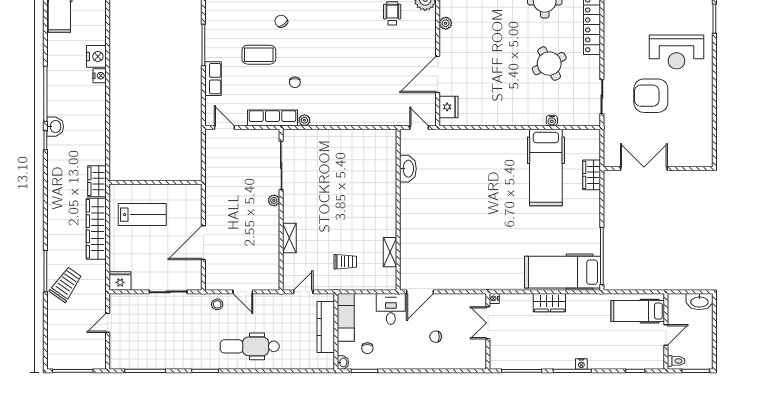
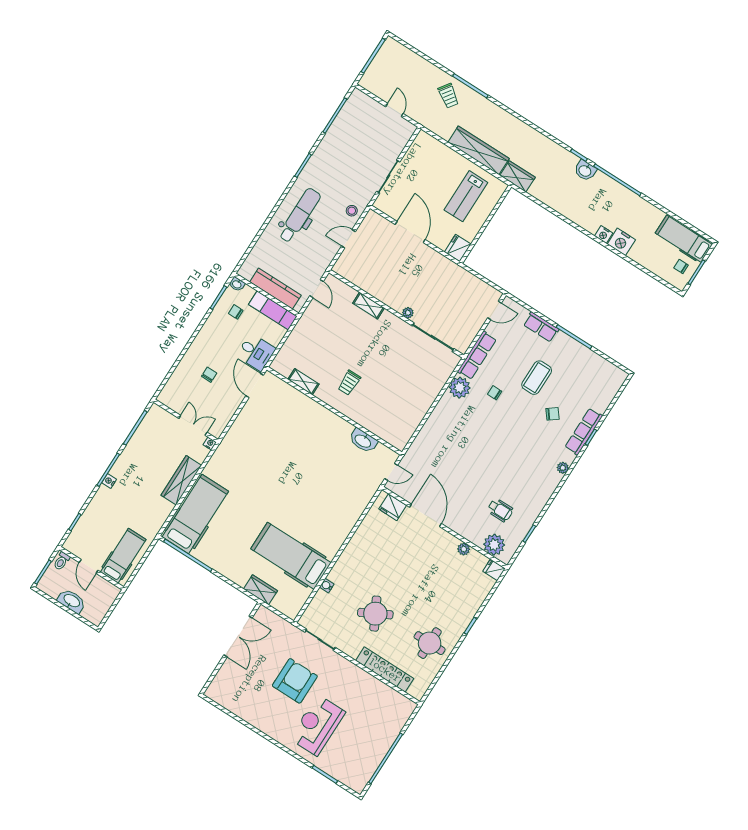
plant: (304, 120) -> (460, 388), width x1.87, depth x1.87
trolley: (345, 262) -> (349, 383), moved
fridge: (120, 281) -> (458, 248), moved, turned 180
trolley: (66, 284) -> (448, 96), width x0.73, depth x0.72
washbasin: (699, 302) -> (72, 601), moved, turned 90
wardrobe: (549, 303) -> (181, 480), width x1.50

